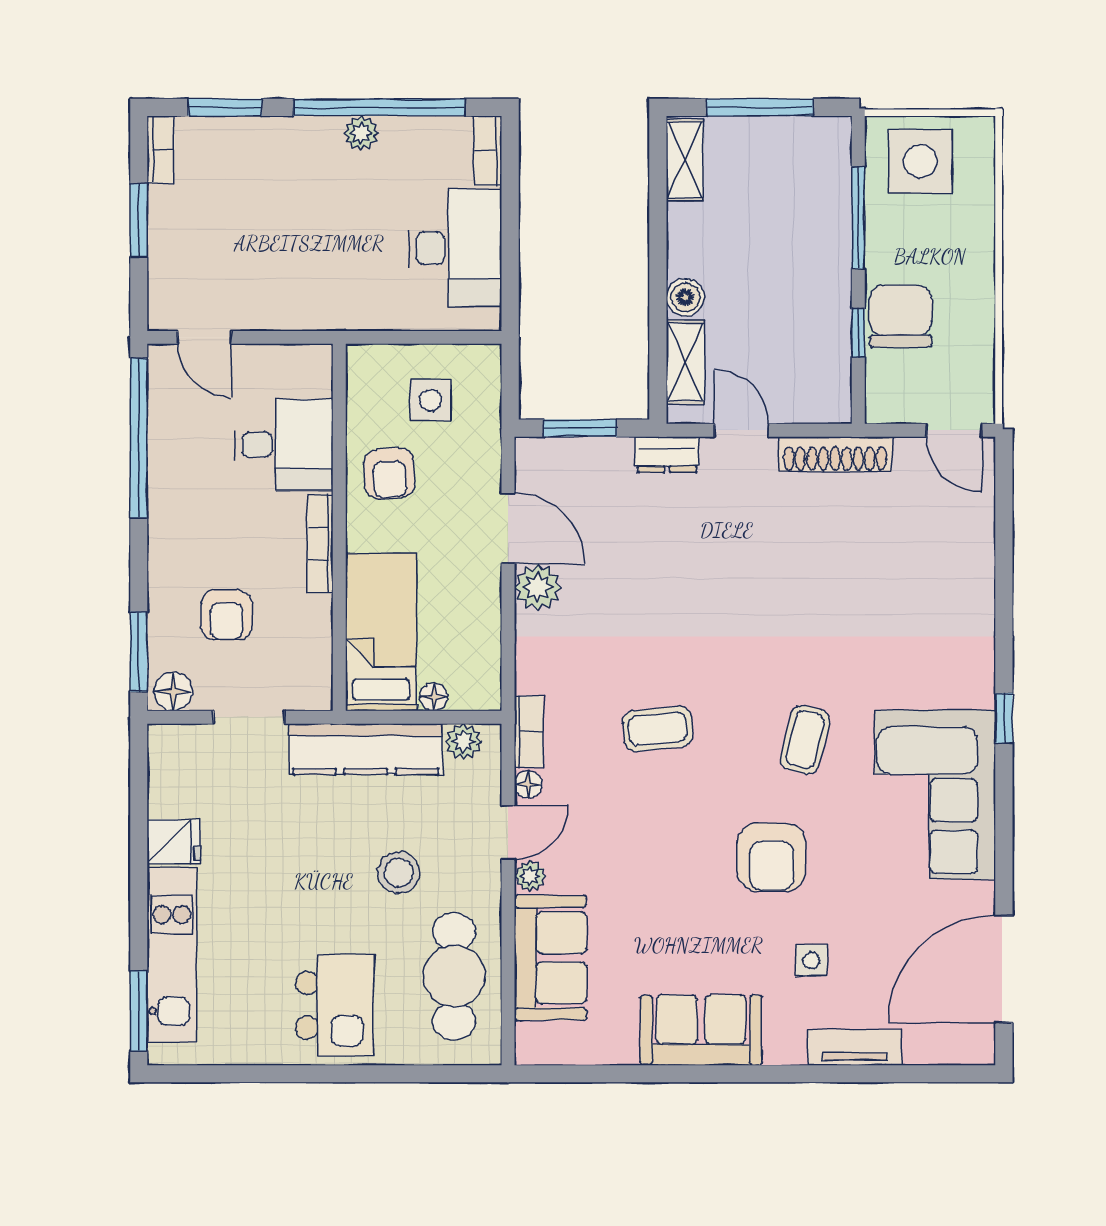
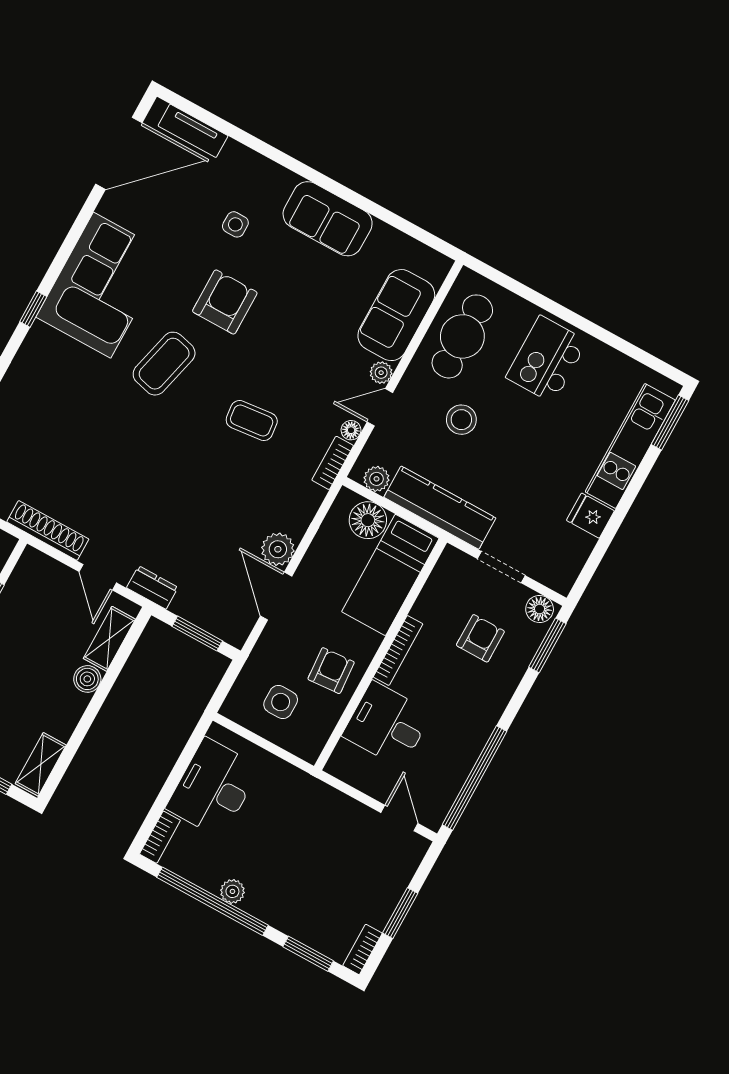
floor lamp: (434, 697) -> (368, 520), width x1.89, depth x1.89
coffee table: (805, 740) -> (164, 364), width x1.36, depth x1.30
tv unit: (855, 1047) -> (193, 131), moved

